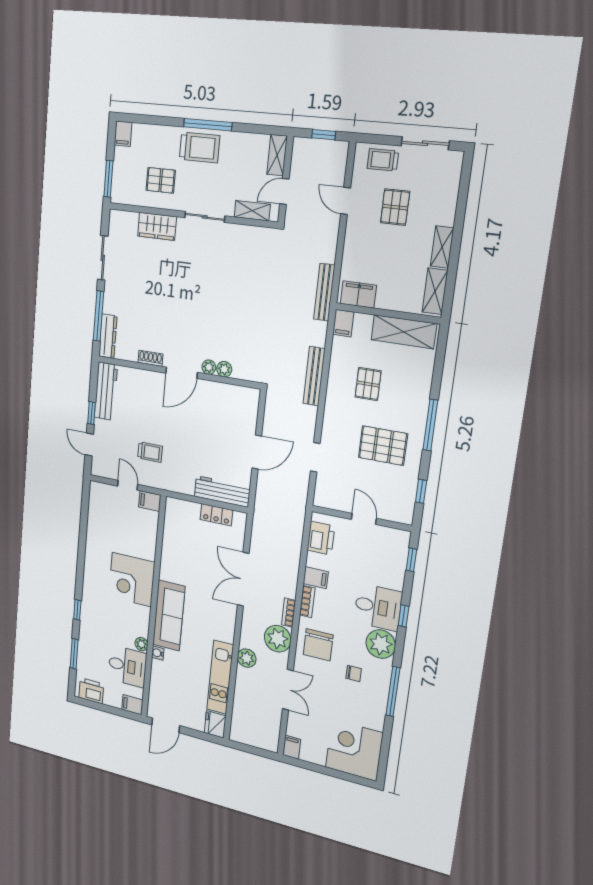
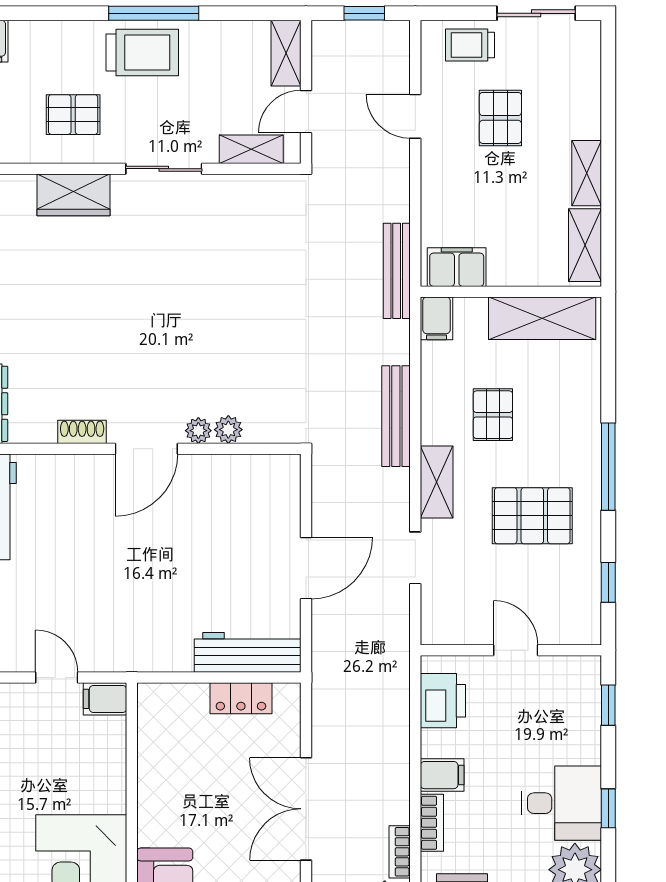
shelving: (332, 417) -> (437, 482), added
trolley: (150, 452) -> (97, 606), removed

